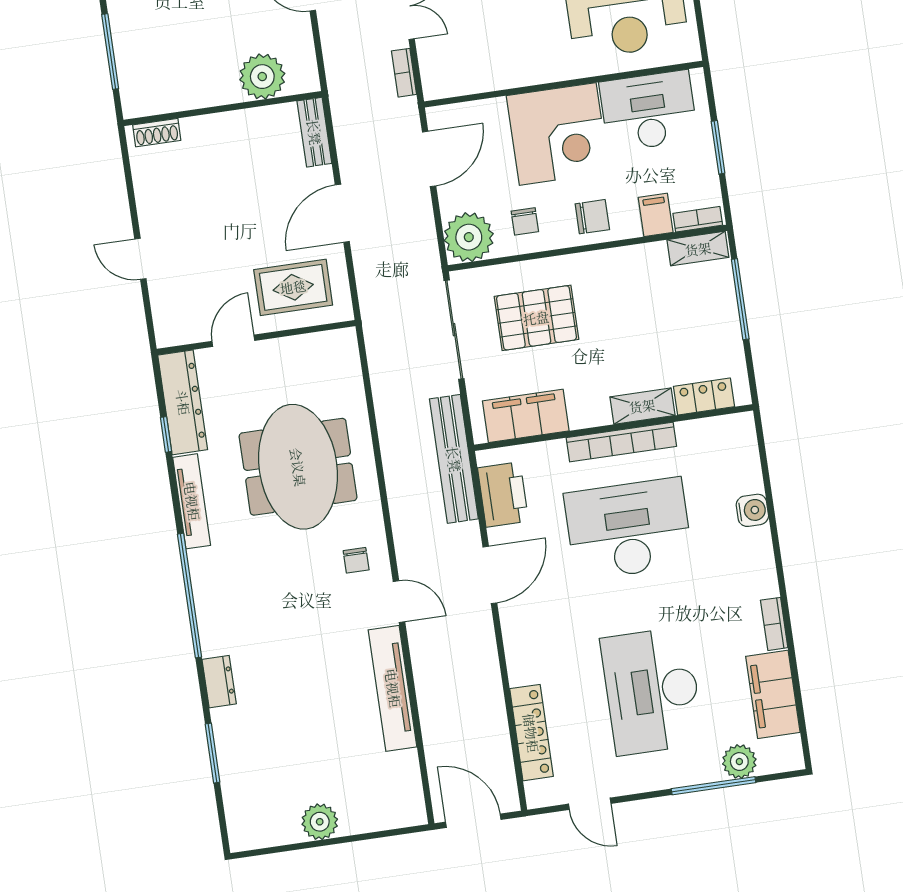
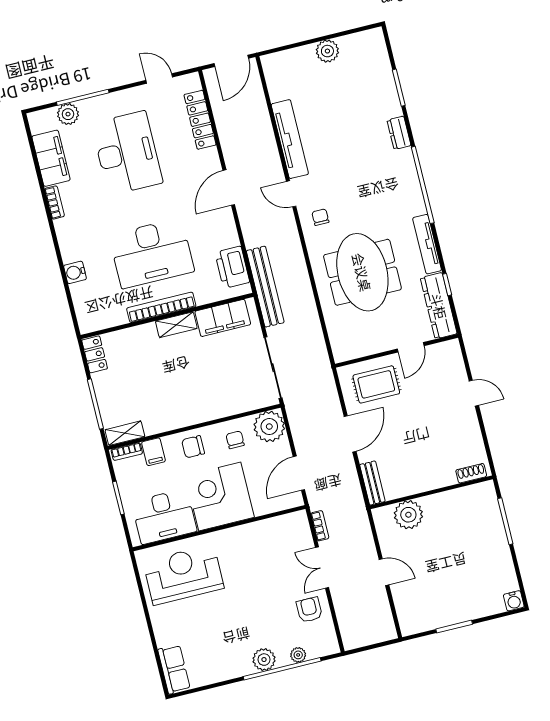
pallet: (536, 318) -> (222, 380), removed
locker: (704, 396) -> (95, 354), moved, turned -90
shelving: (642, 406) -> (176, 325), moved
door: (490, 575) -> (229, 188), moved
door: (473, 821) -> (231, 61), hinge flipped

